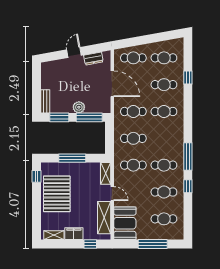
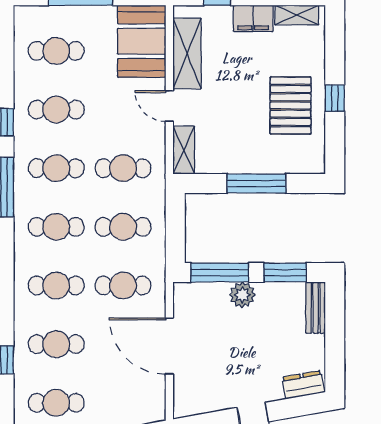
cafe table: (133, 58) -> (56, 227), moved
dresser: (93, 59) -> (303, 385), moved
window: (37, 176) -> (335, 98), moved
pallet: (57, 194) -> (291, 105), width x0.73, depth x0.71

